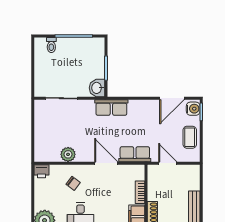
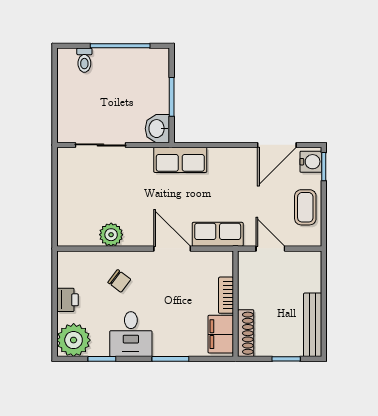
printer: (41, 171) -> (68, 300), moved, turned -90

